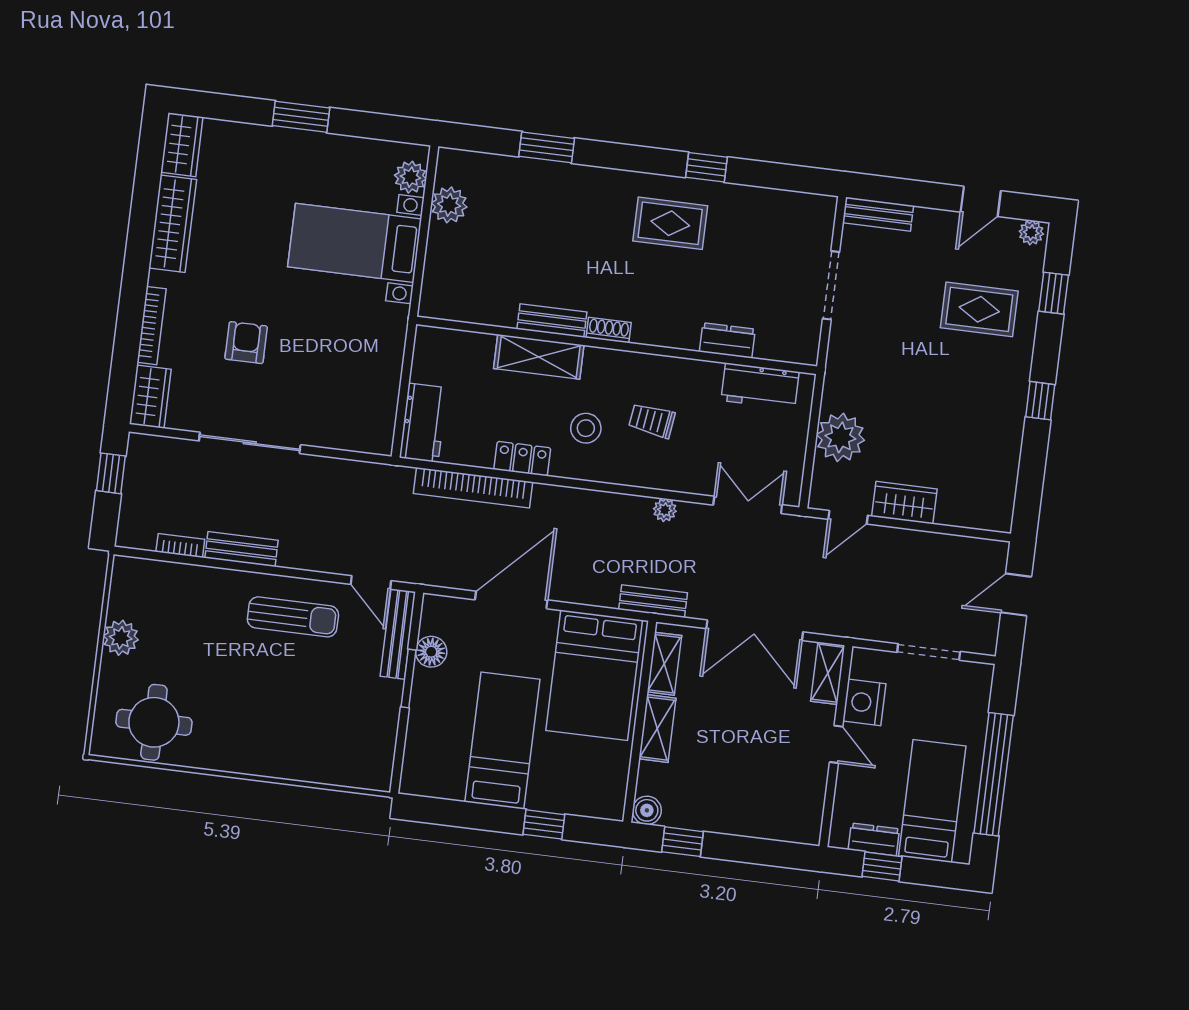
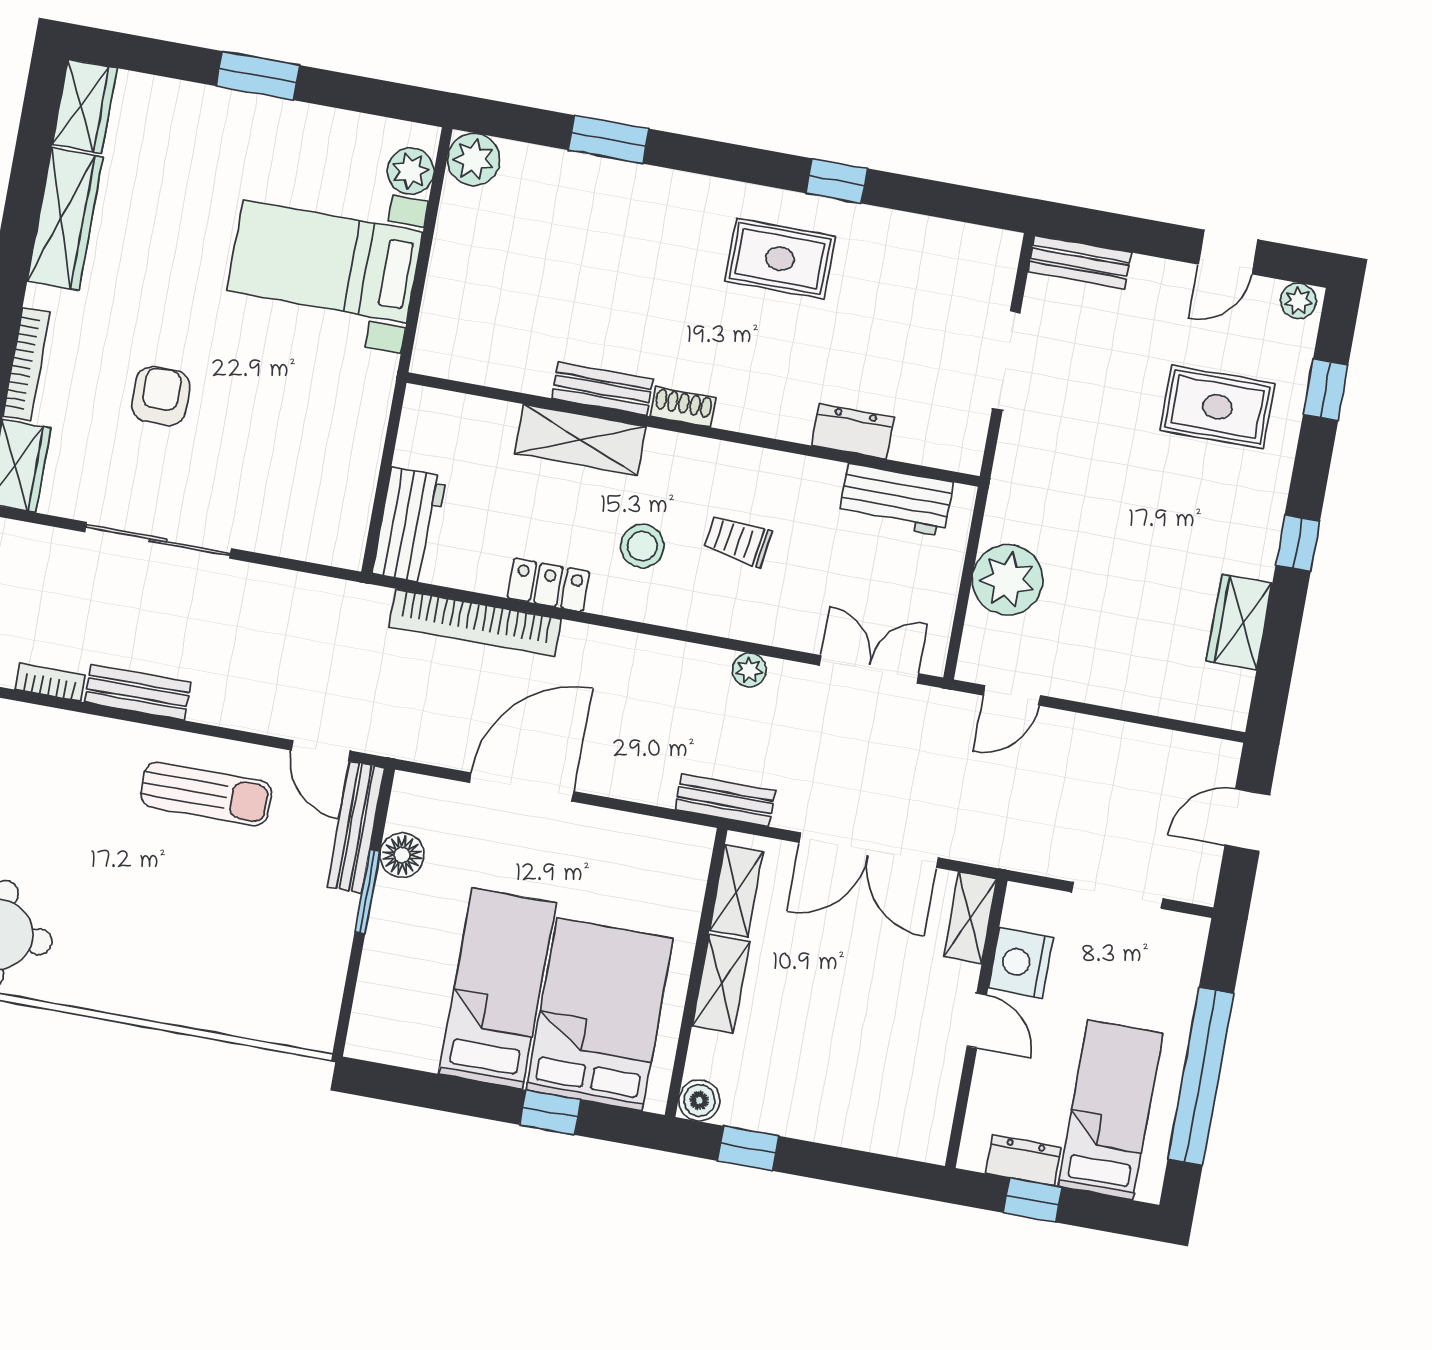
plant: (449, 205) -> (474, 159), moved
wardrobe: (904, 503) -> (1239, 622), moved, turned -90
bed: (594, 675) -> (600, 1014), moved, turned 180

